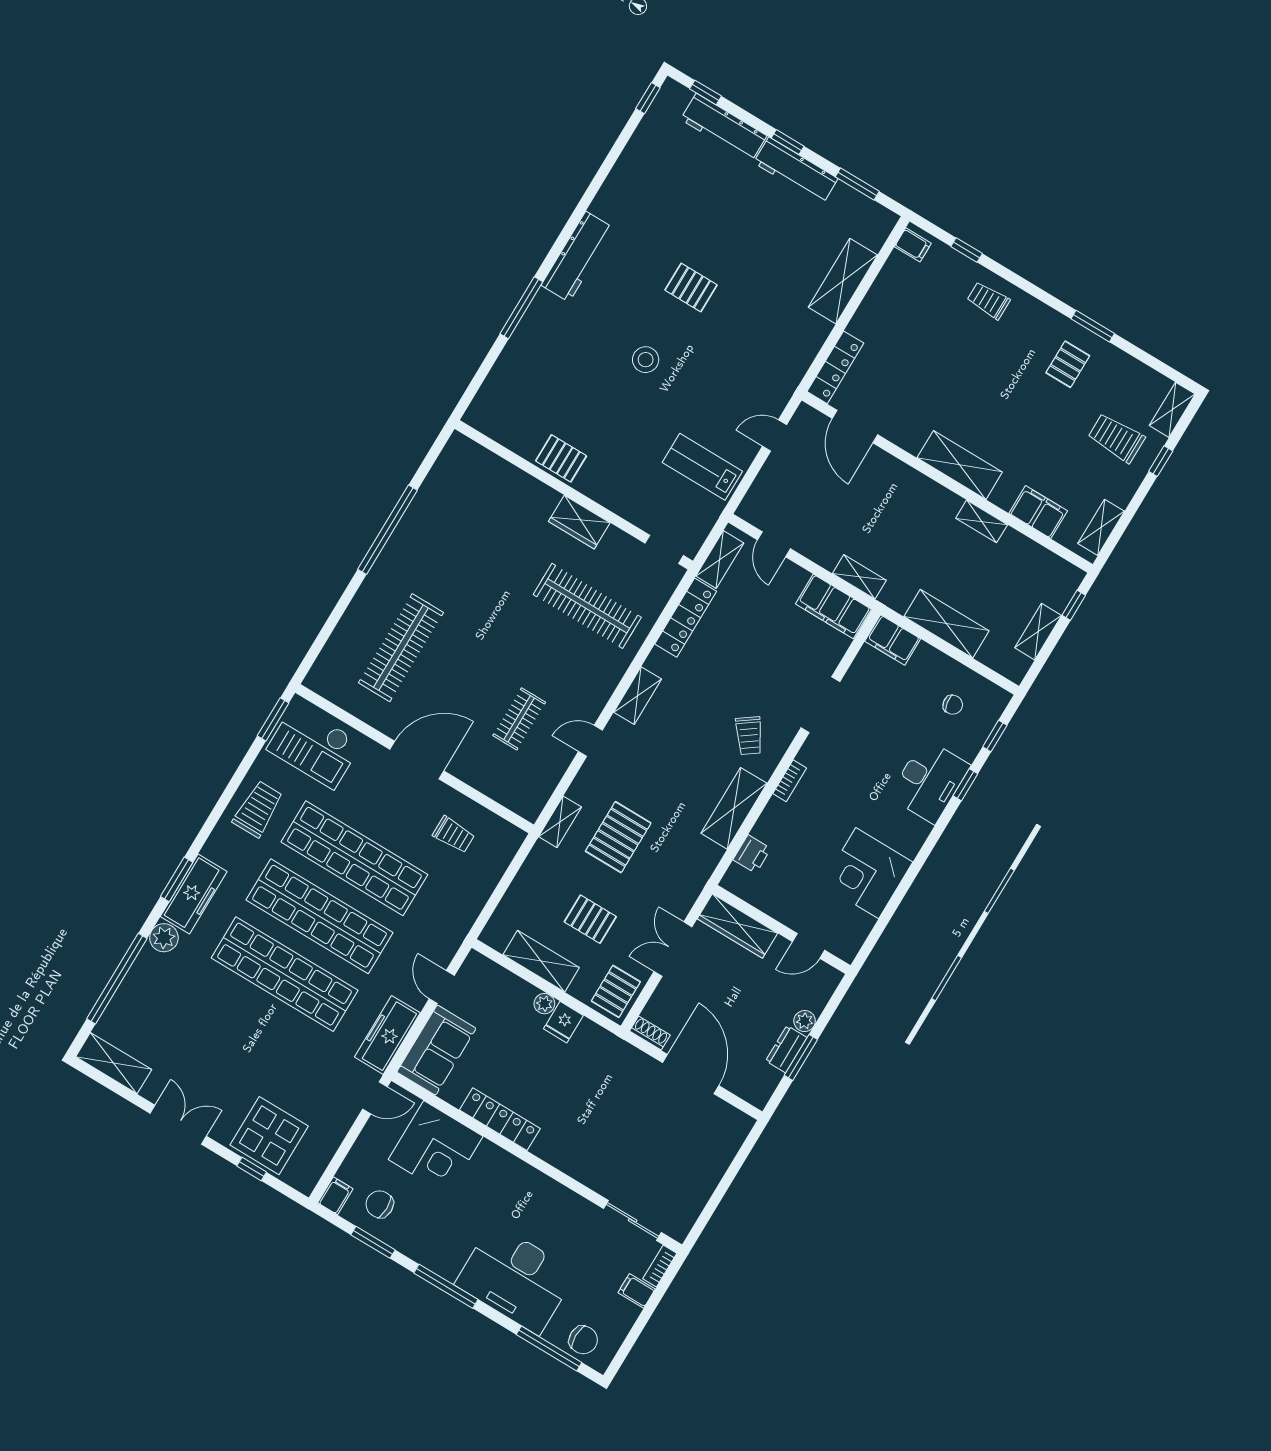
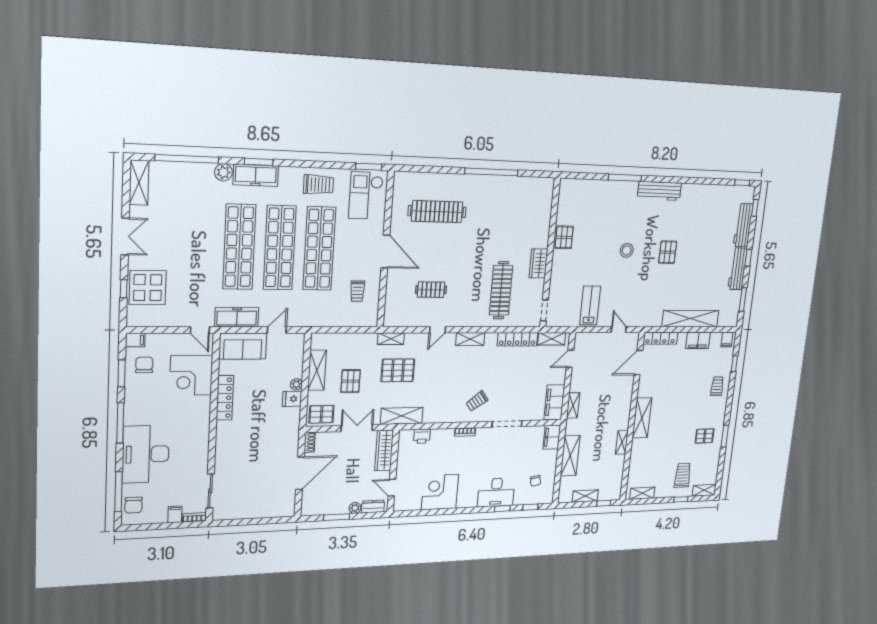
shelving: (843, 281) -> (690, 319), width x1.47
filing cabinet: (1038, 512) -> (698, 340), moved, turned 90
door: (590, 741) -> (437, 330), swing flipped
shelving: (734, 808) -> (402, 416), moved
dresser: (786, 1049) -> (373, 506), moved

